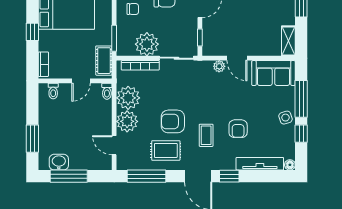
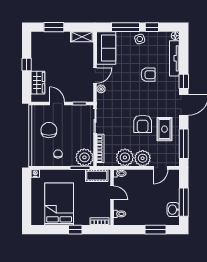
plant: (147, 44) -> (84, 157), moved
coffee table: (206, 135) -> (153, 99), removed

